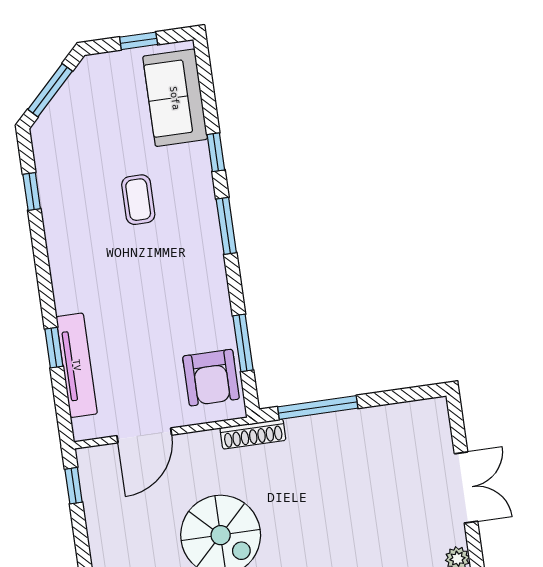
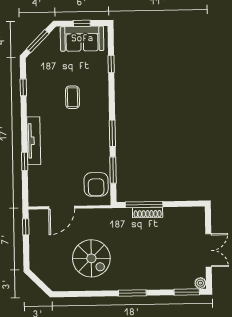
sofa: (175, 98) -> (82, 39), moved, turned -90
window: (216, 152) -> (111, 64), moved
window: (226, 226) -> (112, 133), moved
tv unit: (77, 365) -> (34, 141), moved
shoe rack: (253, 434) -> (148, 213), moved

